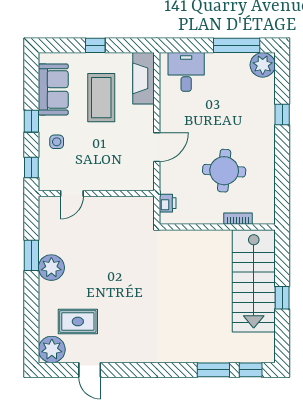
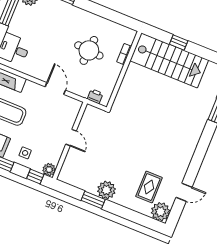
plant: (48, 182) -> (49, 170), added
door: (72, 194) -> (71, 138), moved
window: (282, 298) -> (179, 42), moved

